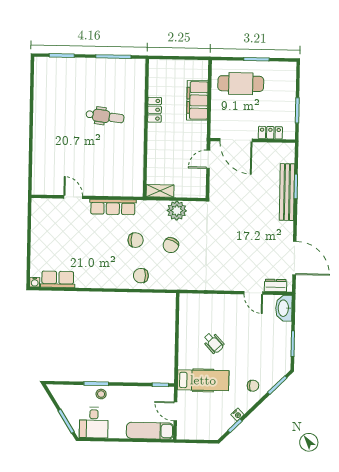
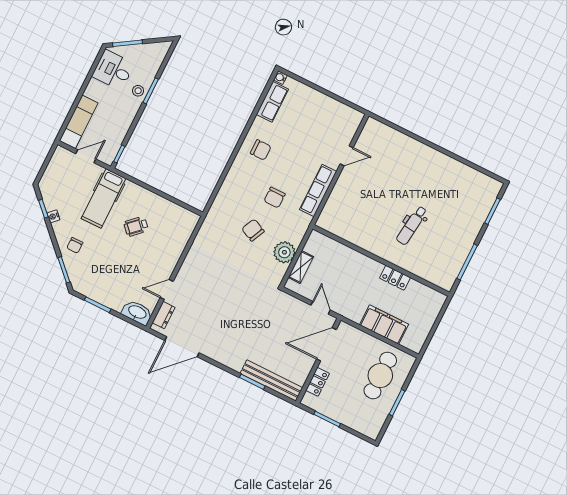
shelving: (160, 191) -> (301, 267), moved
bench: (287, 192) -> (271, 381), moved
chair: (141, 276) -> (261, 150), moved, turned 90

